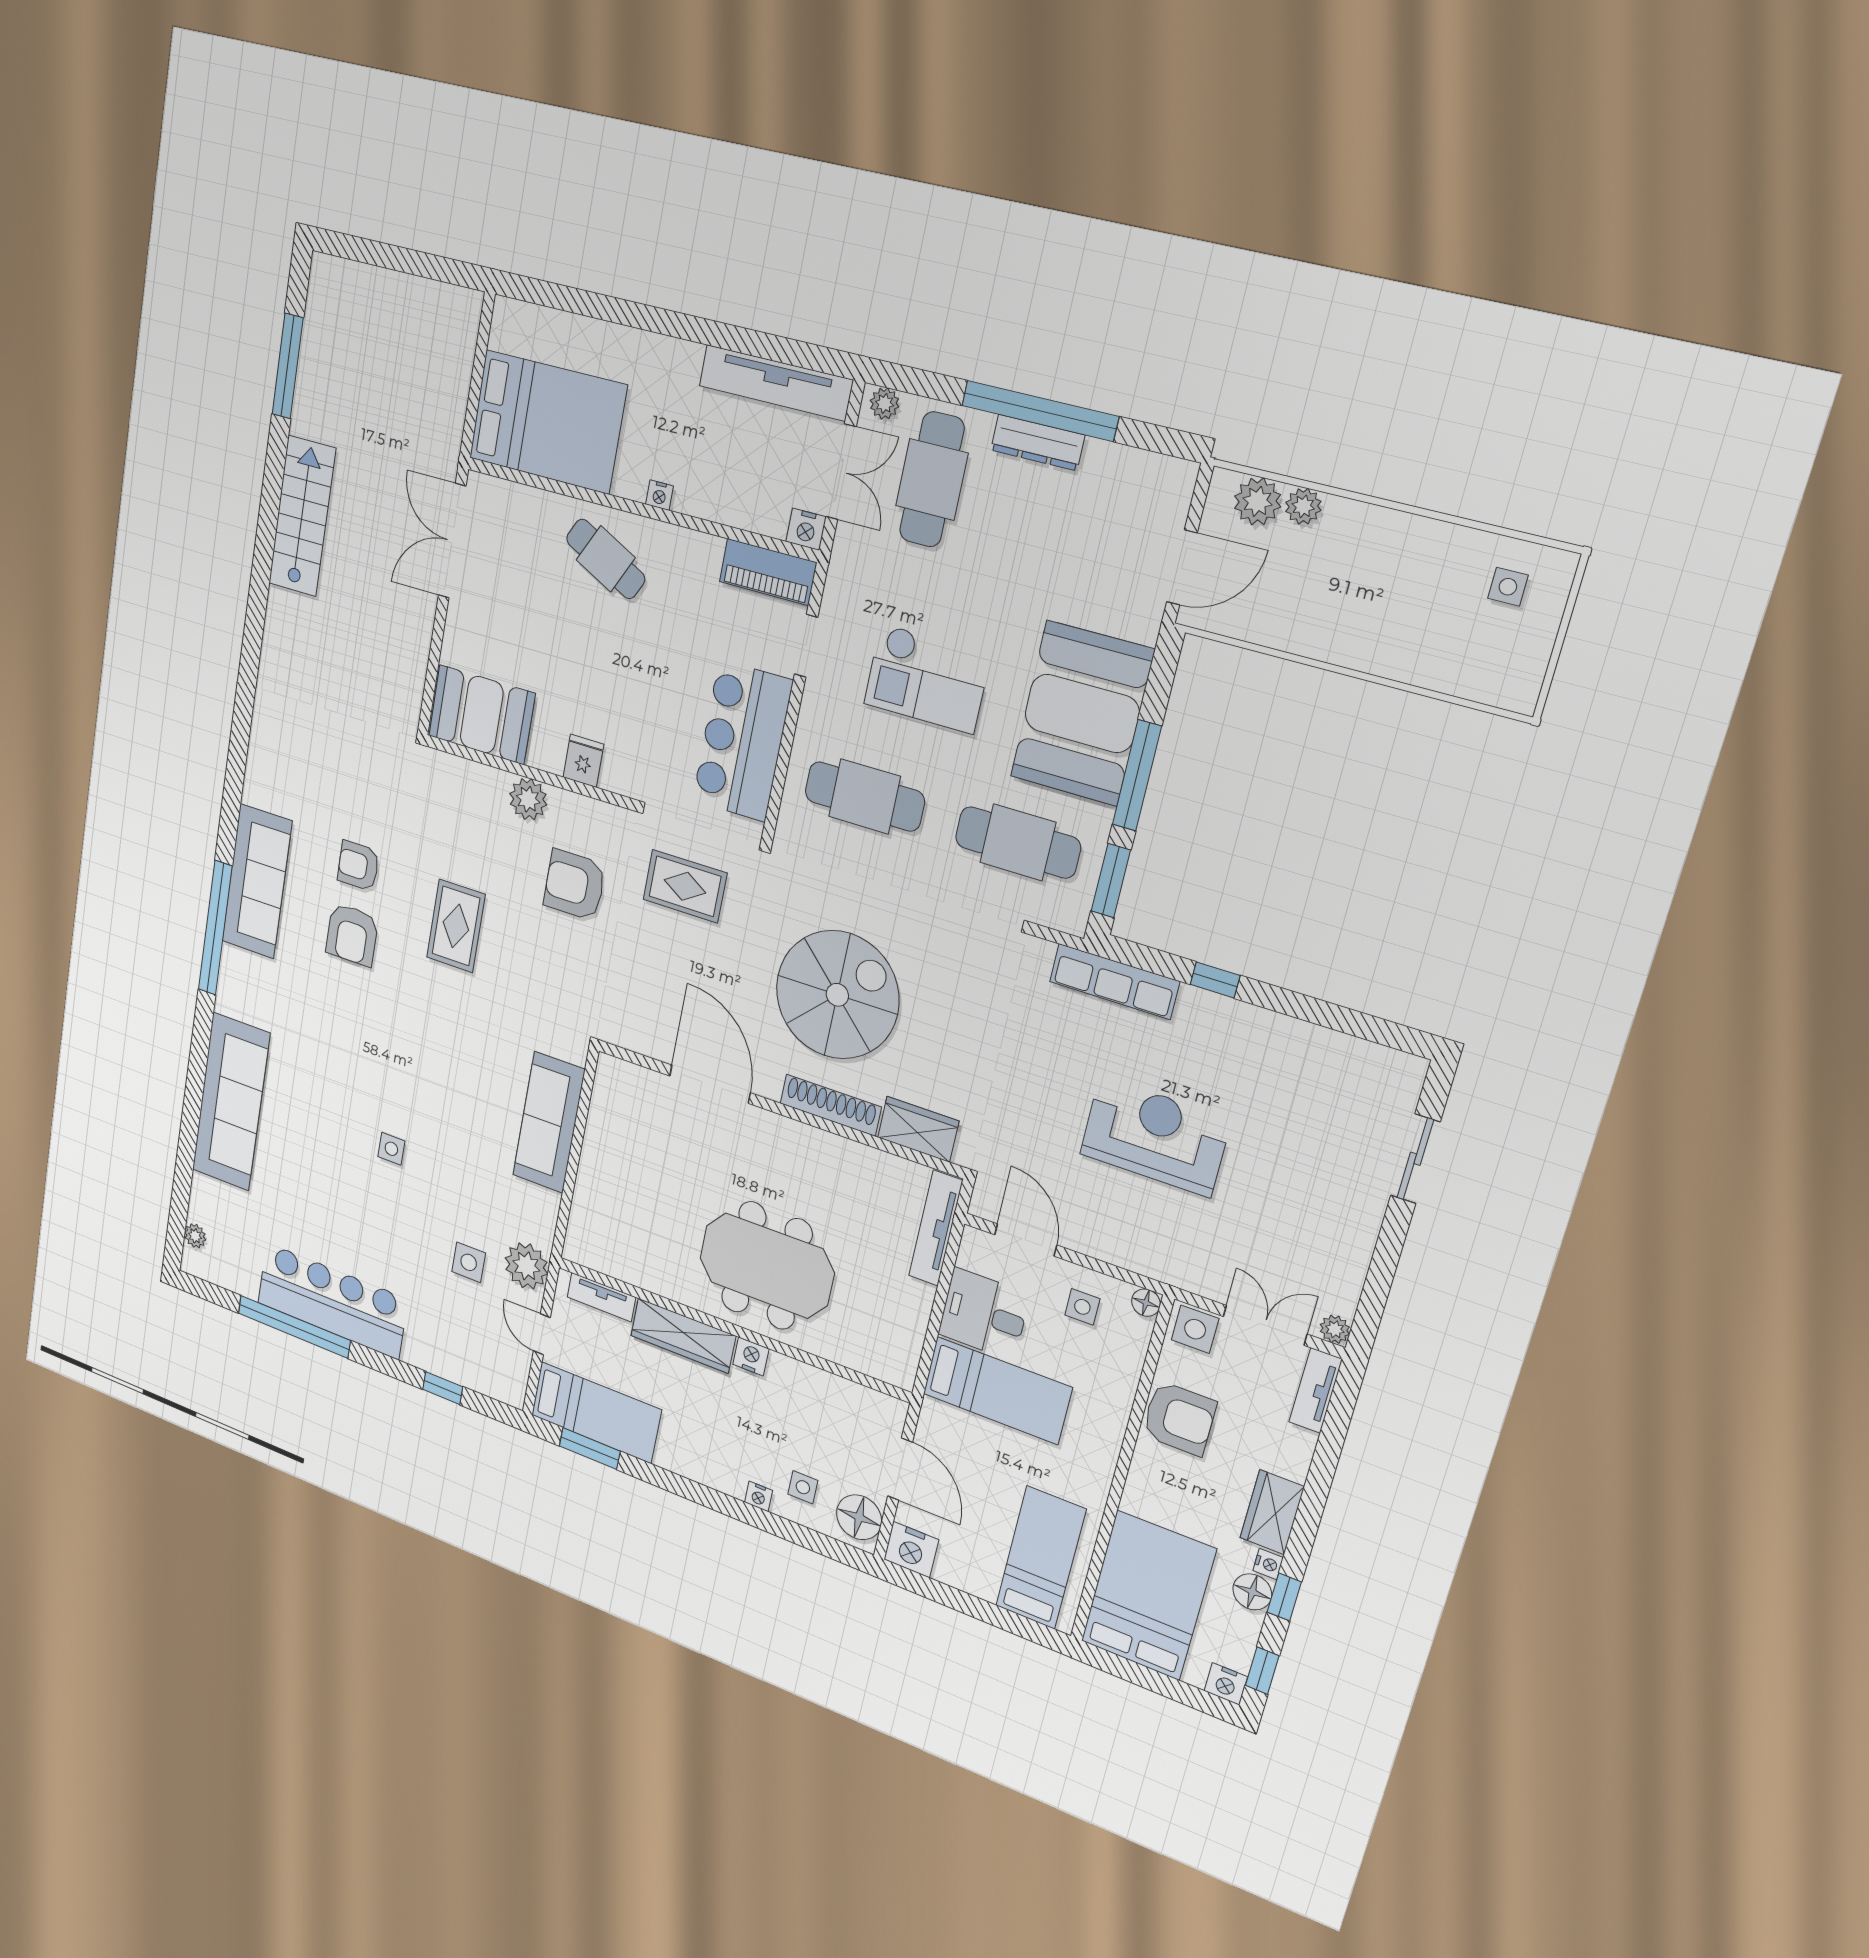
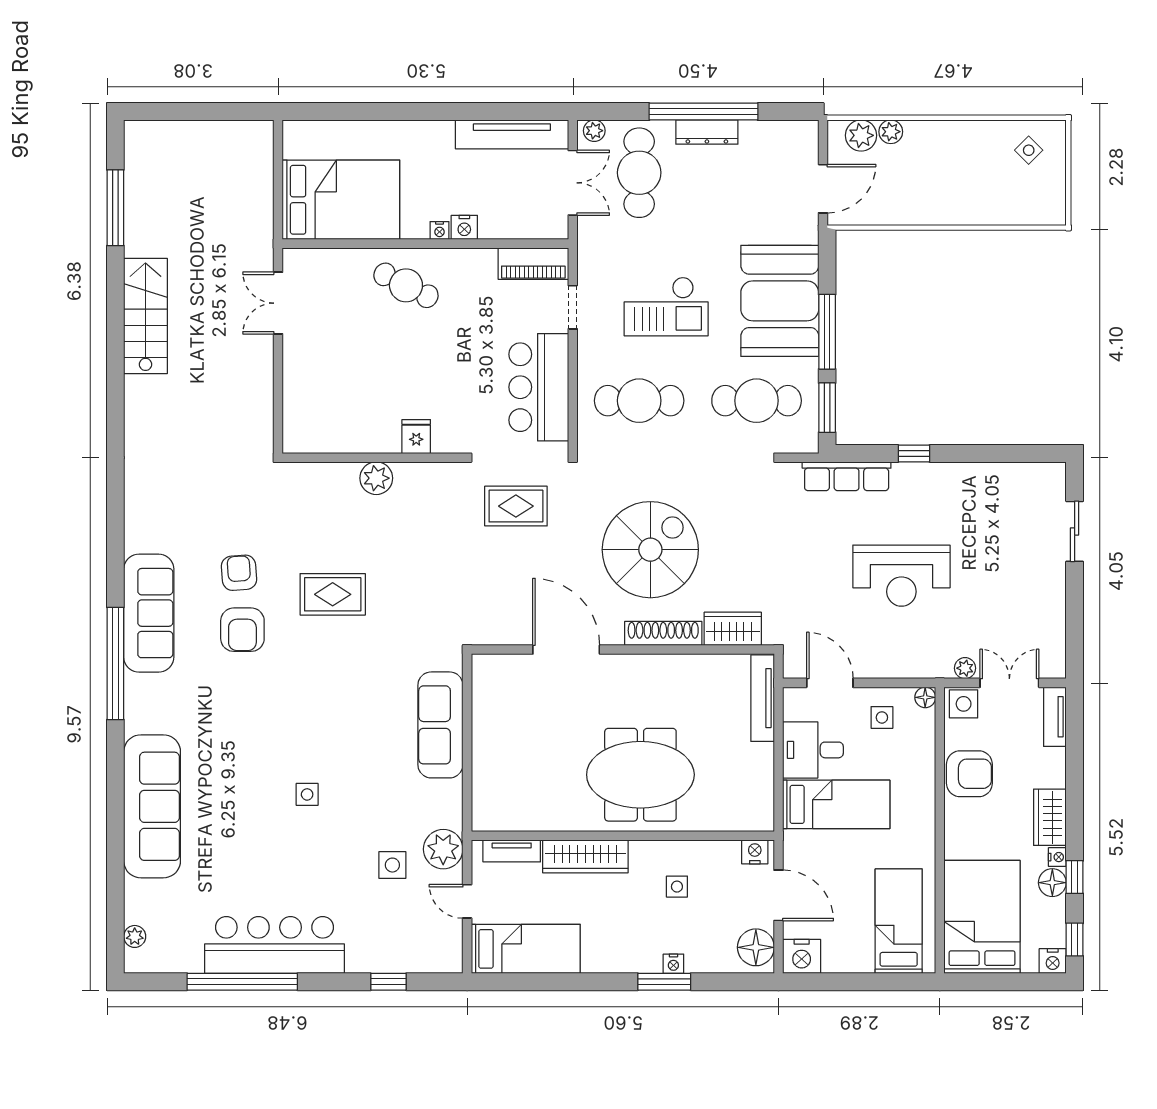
nightstand: (806, 529) -> (464, 227), moved
double door: (452, 541) -> (278, 303), width x0.73
side table: (1508, 587) -> (1029, 150), turned 45
booth: (482, 715) -> (326, 425), removed
armchair: (358, 866) -> (239, 573), turned 86
armchair: (575, 885) -> (427, 532), removed
rug: (456, 926) -> (333, 594), turned 90
reception desk: (1155, 1137) -> (901, 576), turned 180
plant: (1335, 1329) -> (965, 668), moved
nightstand: (751, 1356) -> (755, 852), moved
window: (590, 1449) -> (664, 982), moved
side table: (803, 1487) -> (677, 887), moved

